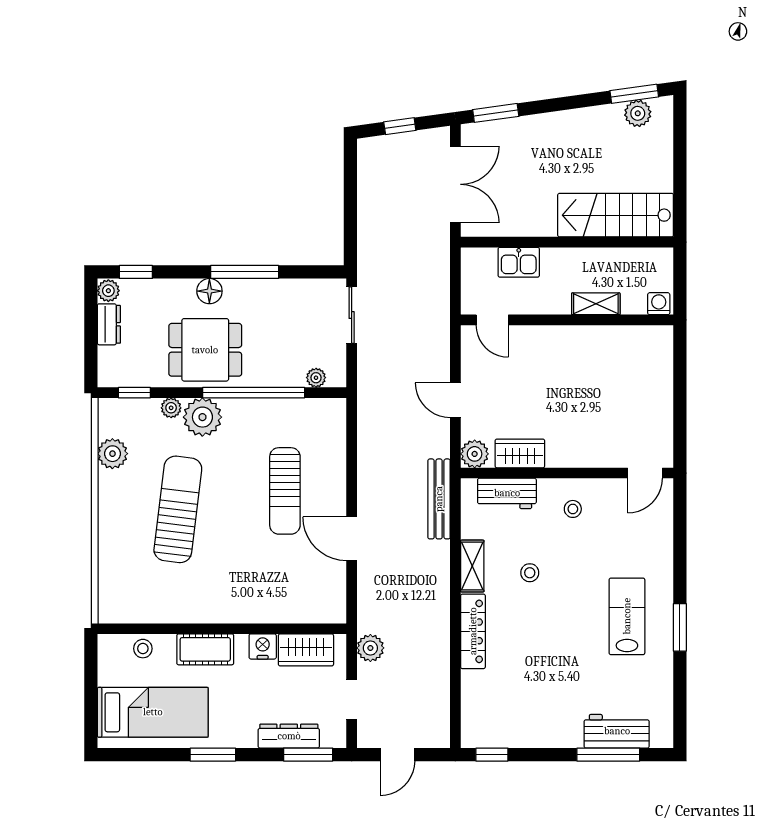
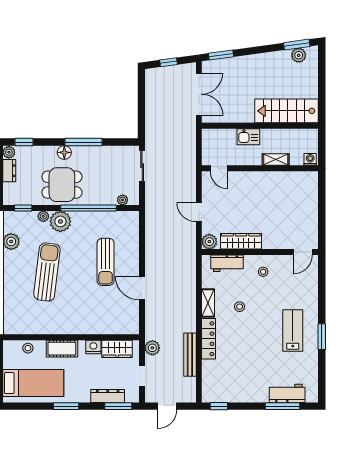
kitchen sink: (519, 262) -> (248, 137), moved
wardrobe: (520, 453) -> (241, 241), width x1.50
bench: (439, 499) -> (190, 355), moved

